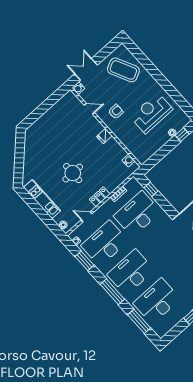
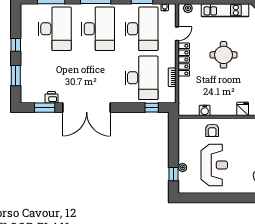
armchair: (116, 112) -> (212, 130), moved
fridge: (104, 136) -> (243, 109), moved
water cooler: (128, 161) -> (205, 110), moved
locker: (100, 197) -> (184, 60), width x1.53

